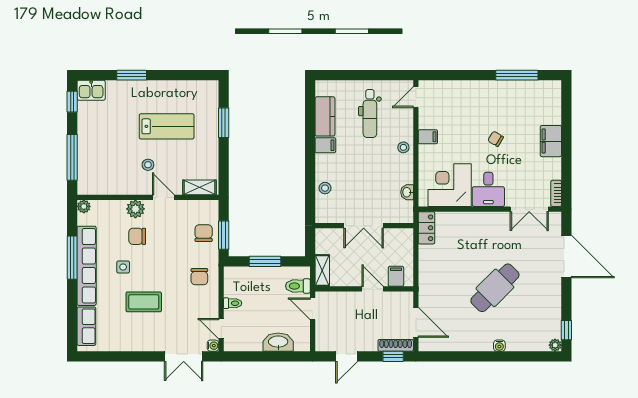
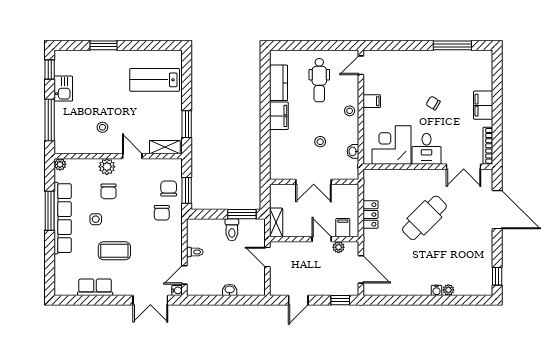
kitchen sink: (91, 90) -> (63, 89), moved, turned -90
window: (224, 123) -> (187, 124), moved
lab bench: (167, 126) -> (155, 80), moved, turned 180
filing cabinet: (325, 145) -> (279, 116), width x2.00
stool: (148, 165) -> (102, 127), moved
stool: (325, 188) -> (320, 142), moved
bookcase: (556, 193) -> (488, 146), width x1.56
locker: (426, 228) -> (370, 214), moved
chair: (137, 236) -> (108, 191), turned -90
window: (265, 261) -> (242, 214), moved
chair: (199, 277) -> (162, 213), moved
toilet: (298, 286) -> (232, 230), moved, turned -90
cafe table: (495, 288) -> (424, 218), moved
plant: (391, 298) -> (339, 247), added
row of seats: (86, 326) -> (95, 287), moved, turned -90
door: (221, 329) -> (184, 275), hinge flipped
washbasin: (278, 342) -> (230, 290), width x0.52, depth x0.69
shoe rack: (396, 345) -> (343, 290), removed
plant: (555, 345) -> (448, 290), moved

